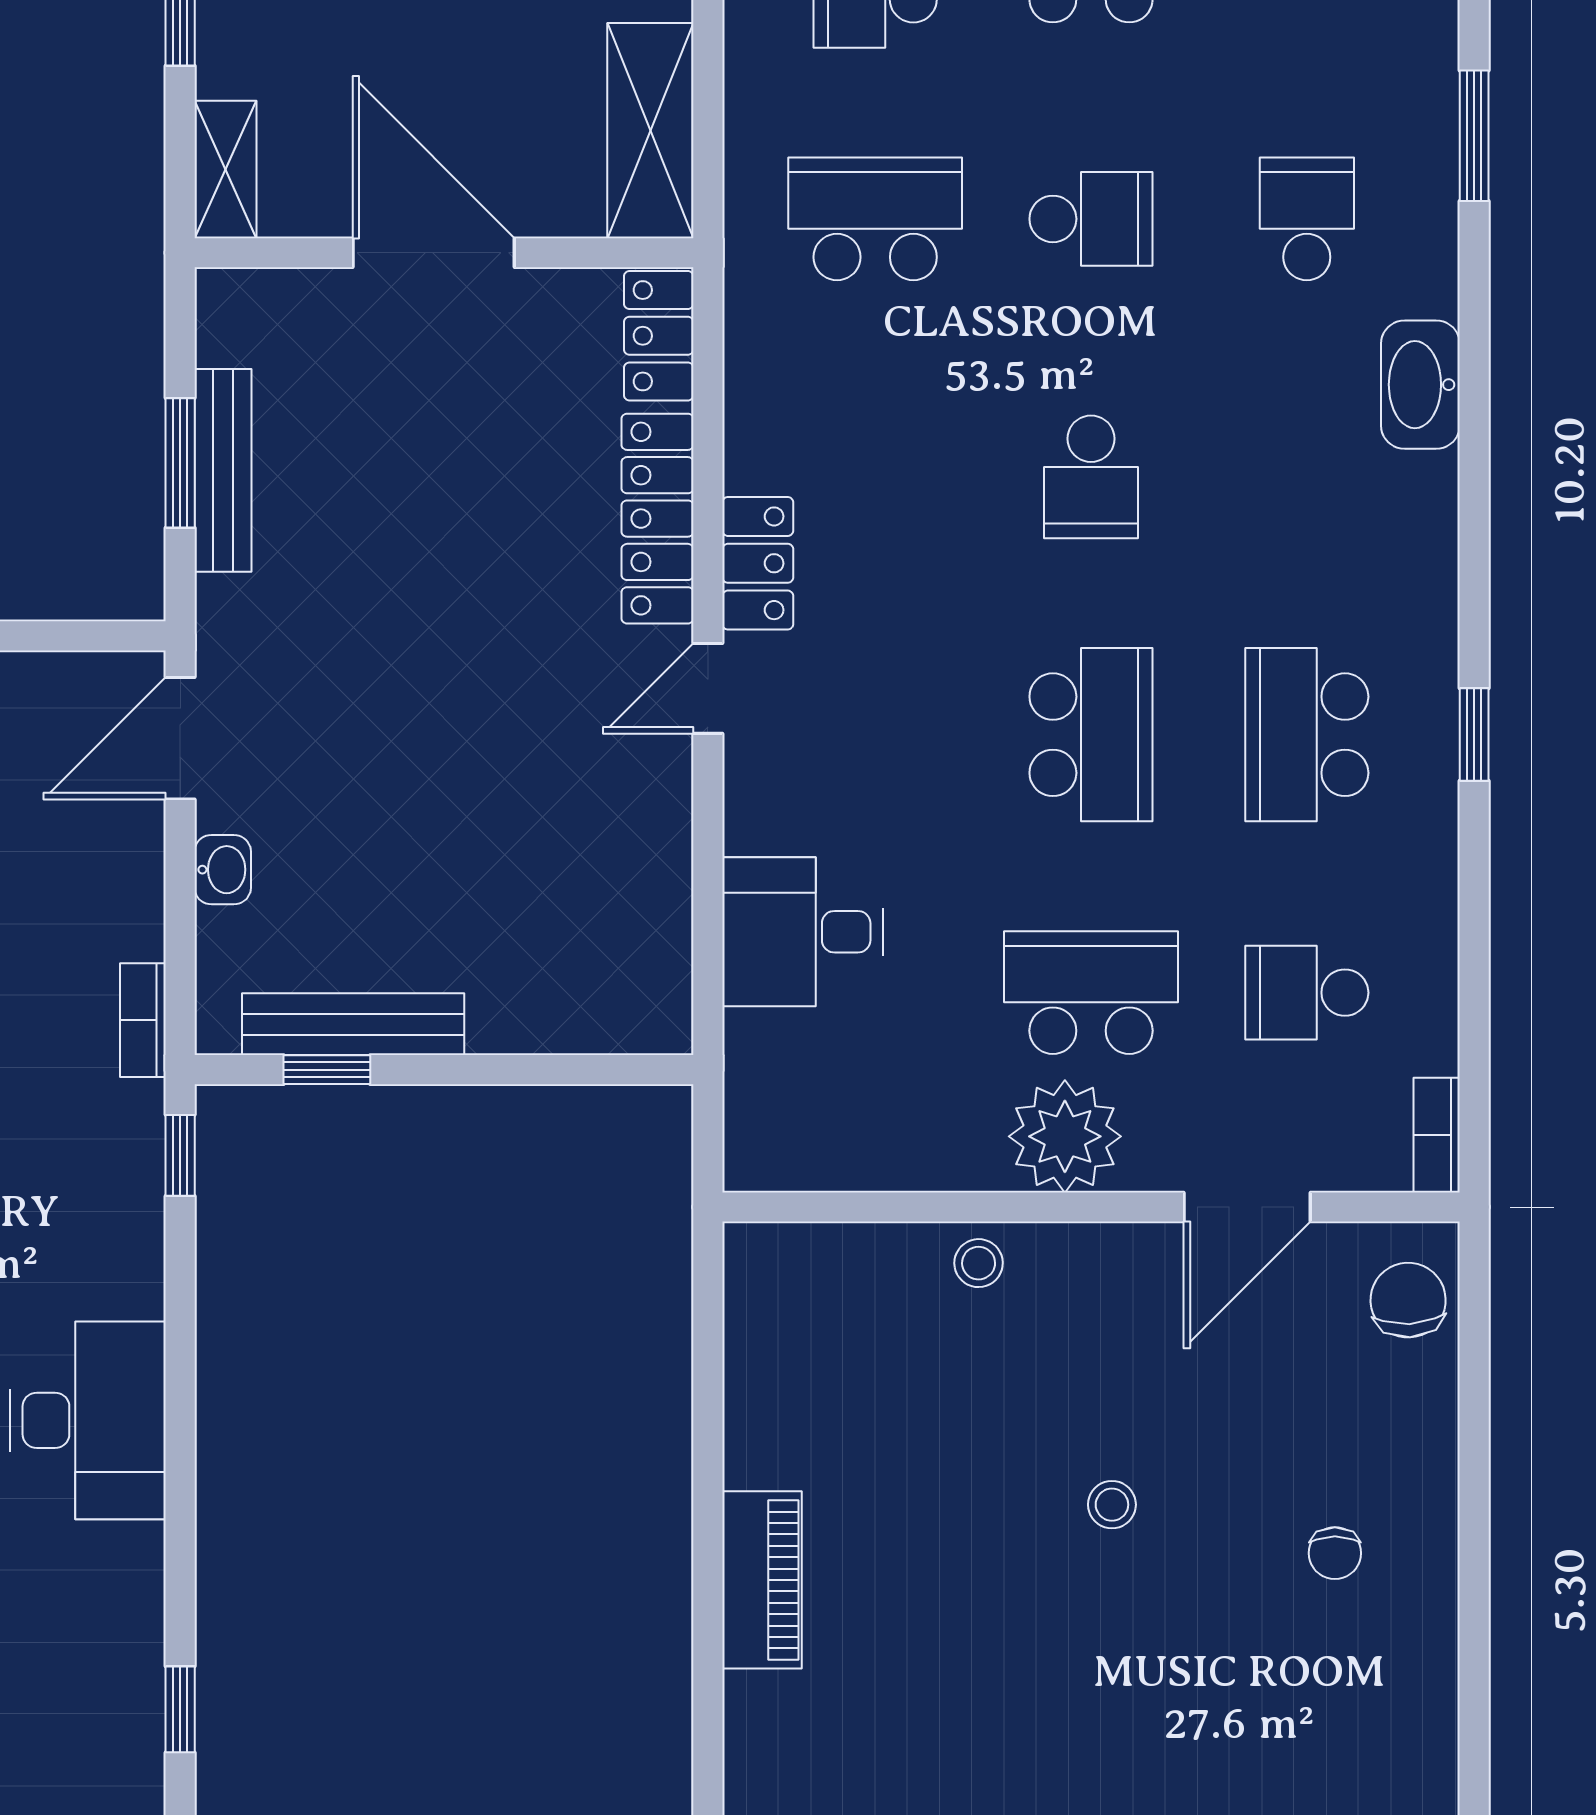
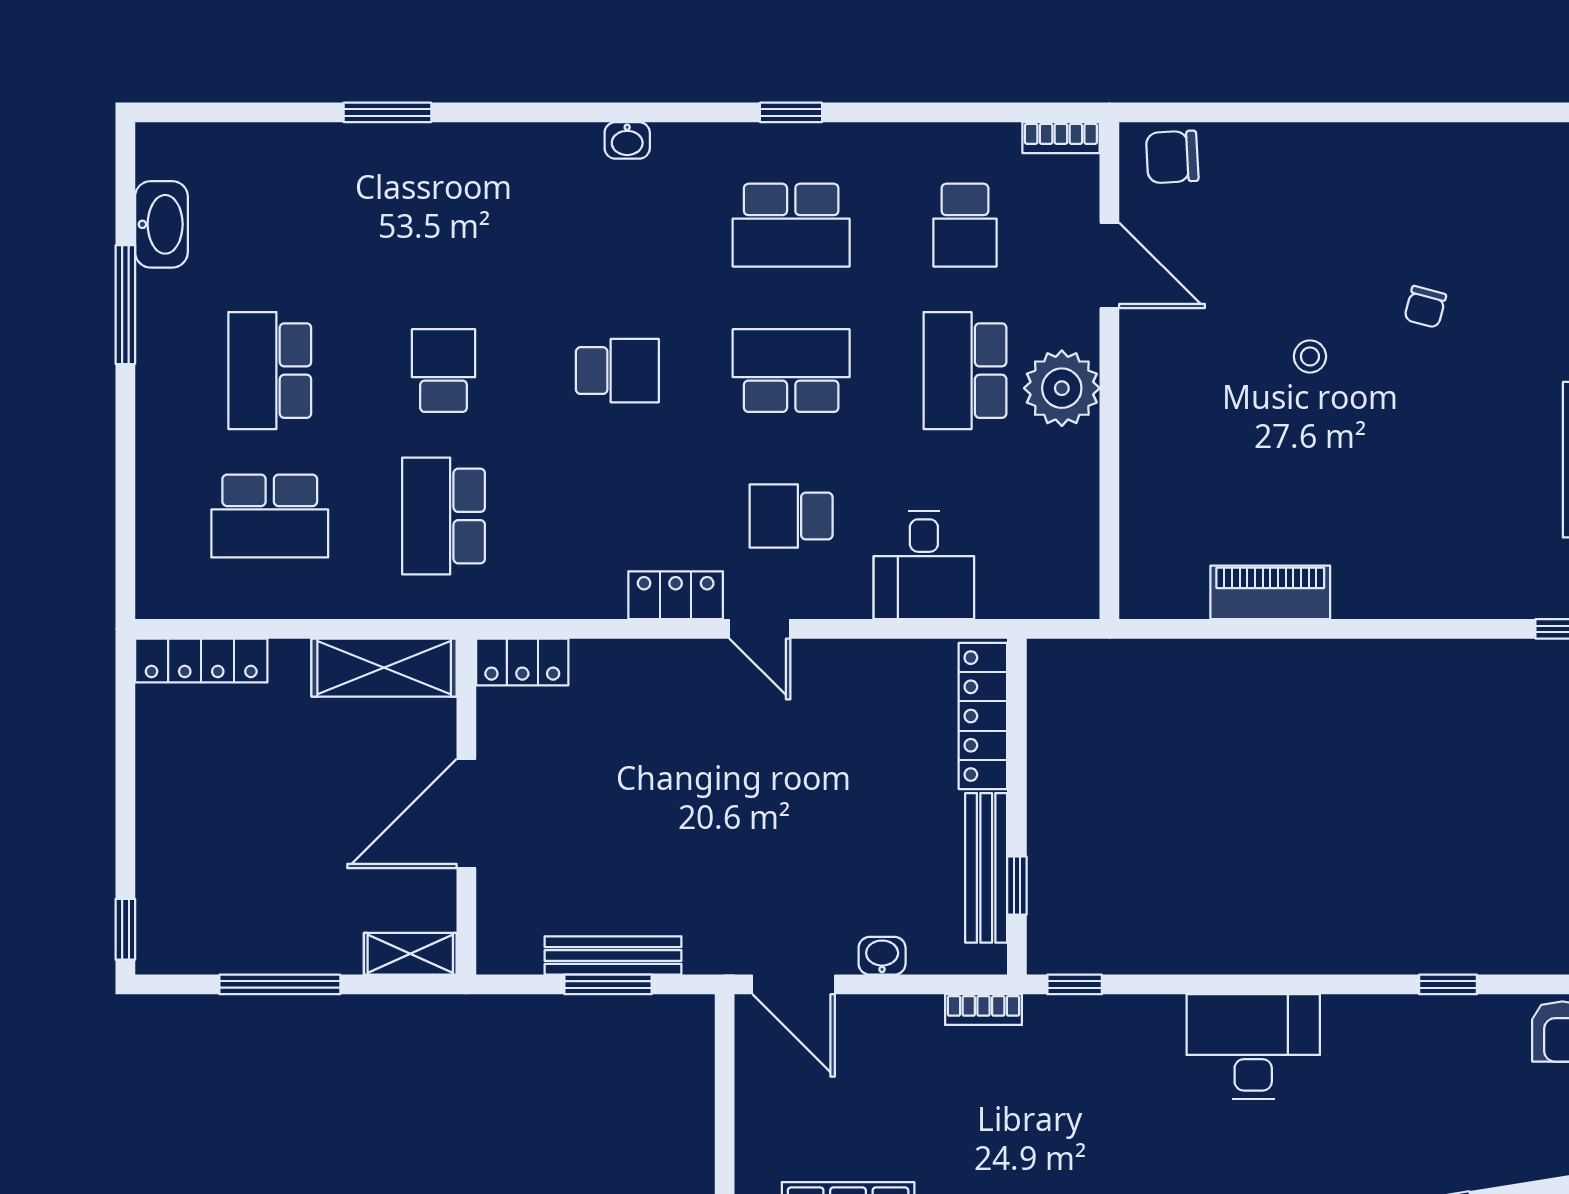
school desk: (1307, 219) -> (791, 516), moved
washbasin: (1420, 385) -> (627, 140), moved, width x0.52, depth x0.69
locker: (657, 519) -> (983, 716), moved, turned 90
stool: (979, 1263) -> (1147, 446), removed
chair: (1335, 1553) -> (1425, 307), moved, turned 105
piano: (762, 1580) -> (1270, 592), moved

